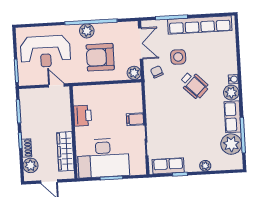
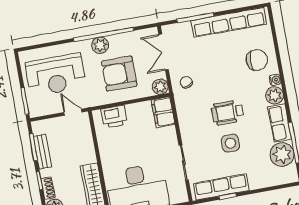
double door: (141, 44) -> (164, 52), swing flipped
side table: (178, 57) -> (231, 143), moved
chair: (220, 60) -> (257, 60), added
wheelchair: (194, 85) -> (228, 112), moved, turned 135
bench: (26, 116) -> (42, 152), added
printer: (83, 116) -> (114, 116), moved, turned 90
filing cabinet: (135, 119) -> (163, 112), moved, width x2.00
row of seats: (168, 166) -> (221, 187), width x1.48
plant: (205, 166) -> (255, 183), removed

